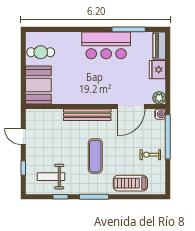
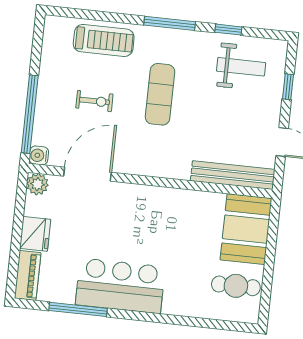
bench: (87, 115) -> (233, 175), moved
exercise bike: (150, 155) -> (94, 101), moved

